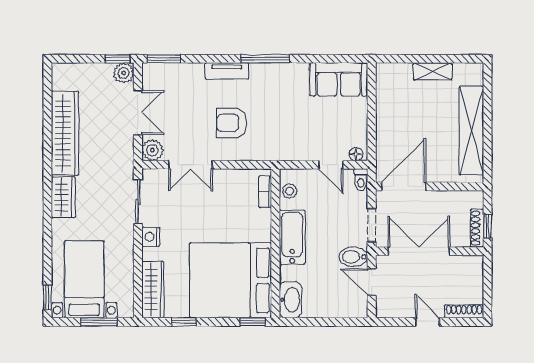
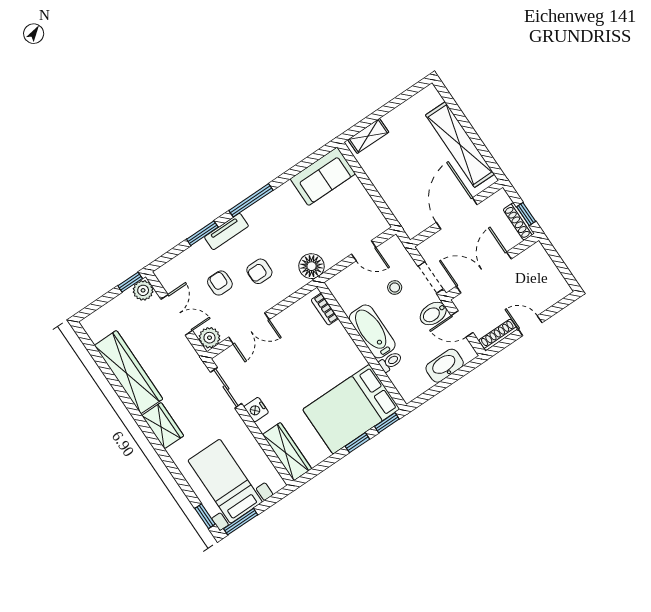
window: (164, 59) -> (202, 233), moved
shelving: (433, 71) -> (368, 136), moved
armchair: (192, 110) -> (220, 283), added
armchair: (232, 123) -> (259, 271), width x0.72, depth x0.72
floor lamp: (356, 154) -> (312, 266), moved, width x1.89, depth x1.89
toilet: (361, 180) -> (391, 362), moved, turned -90
door: (404, 186) -> (457, 213), moved
stool: (290, 191) -> (395, 287), moved
bed: (231, 280) -> (351, 409), width x0.73
washbasin: (290, 300) -> (445, 366), moved, turned -90
shoe rack: (464, 311) -> (498, 335), moved
window: (99, 322) -> (241, 522), moved
window: (184, 322) -> (357, 443), moved

